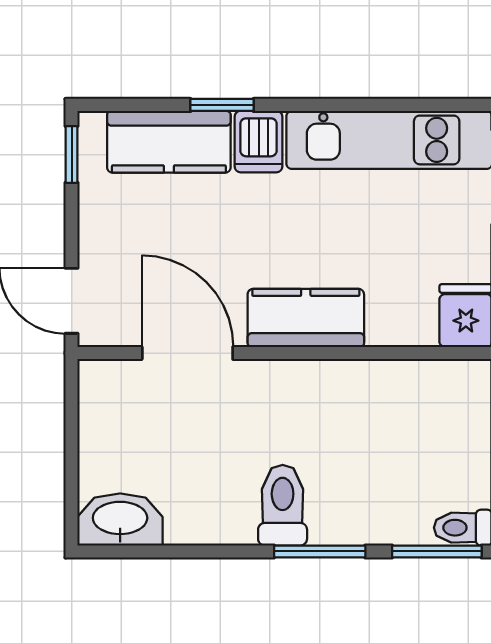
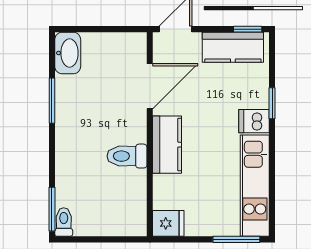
kitchen counter: (169, 142) -> (233, 47), moved, turned -90
toilet: (283, 505) -> (127, 156), moved, turned 180
window: (320, 551) -> (52, 101), moved

